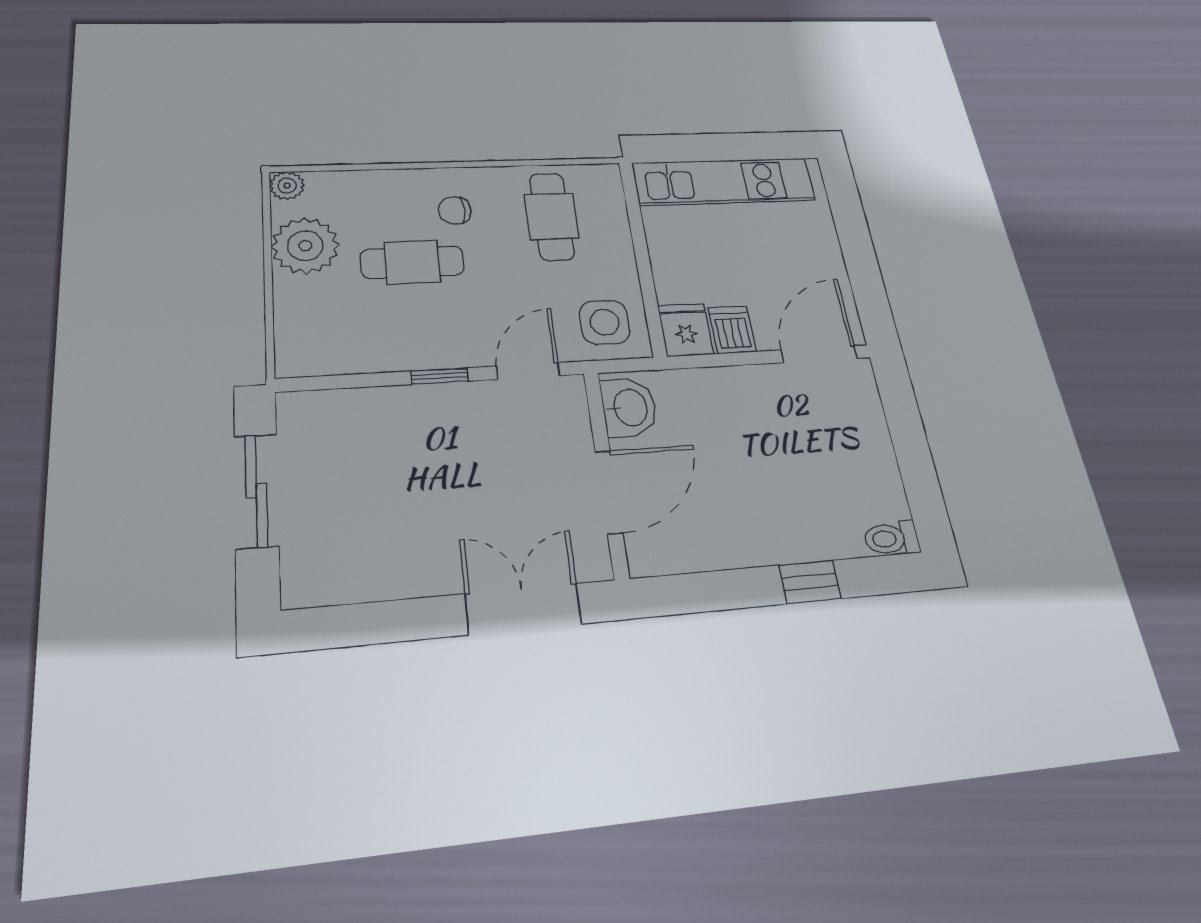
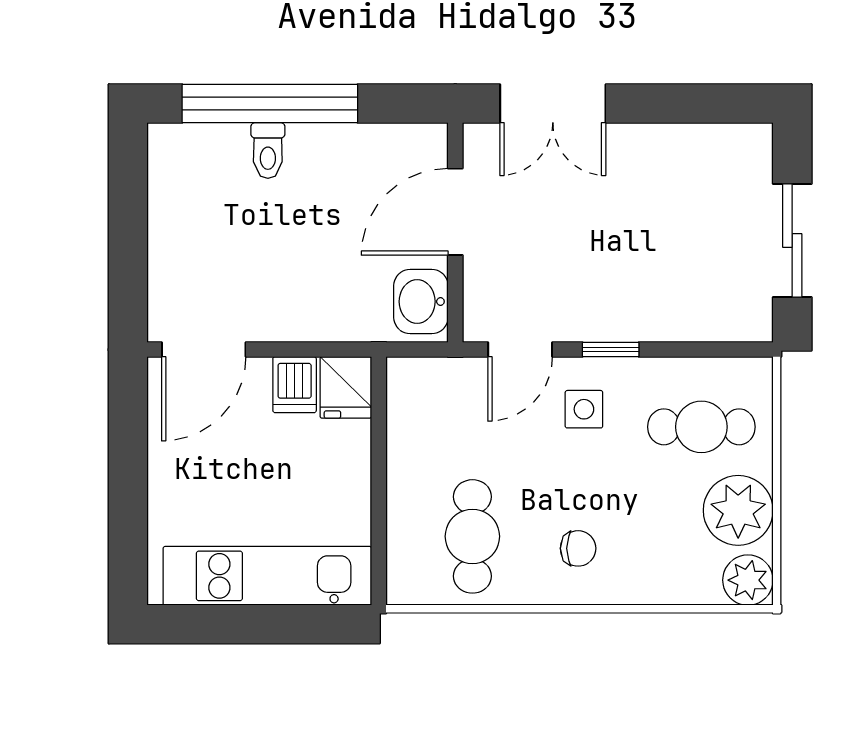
plant: (287, 186) -> (748, 580), width x1.38, depth x1.38
cafe table: (412, 262) -> (701, 427), moved
side table: (605, 322) -> (584, 409), moved, width x0.73, depth x0.73
toilet: (892, 538) -> (268, 150), moved, turned 90
window: (810, 582) -> (270, 103), width x3.17

